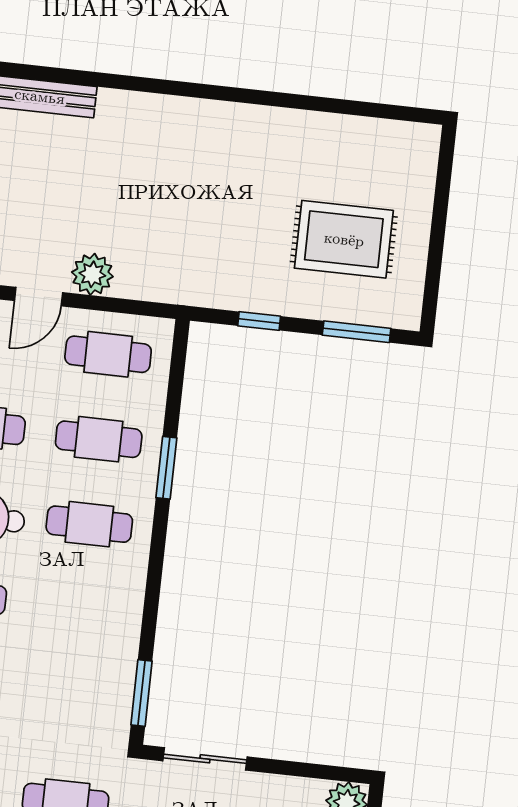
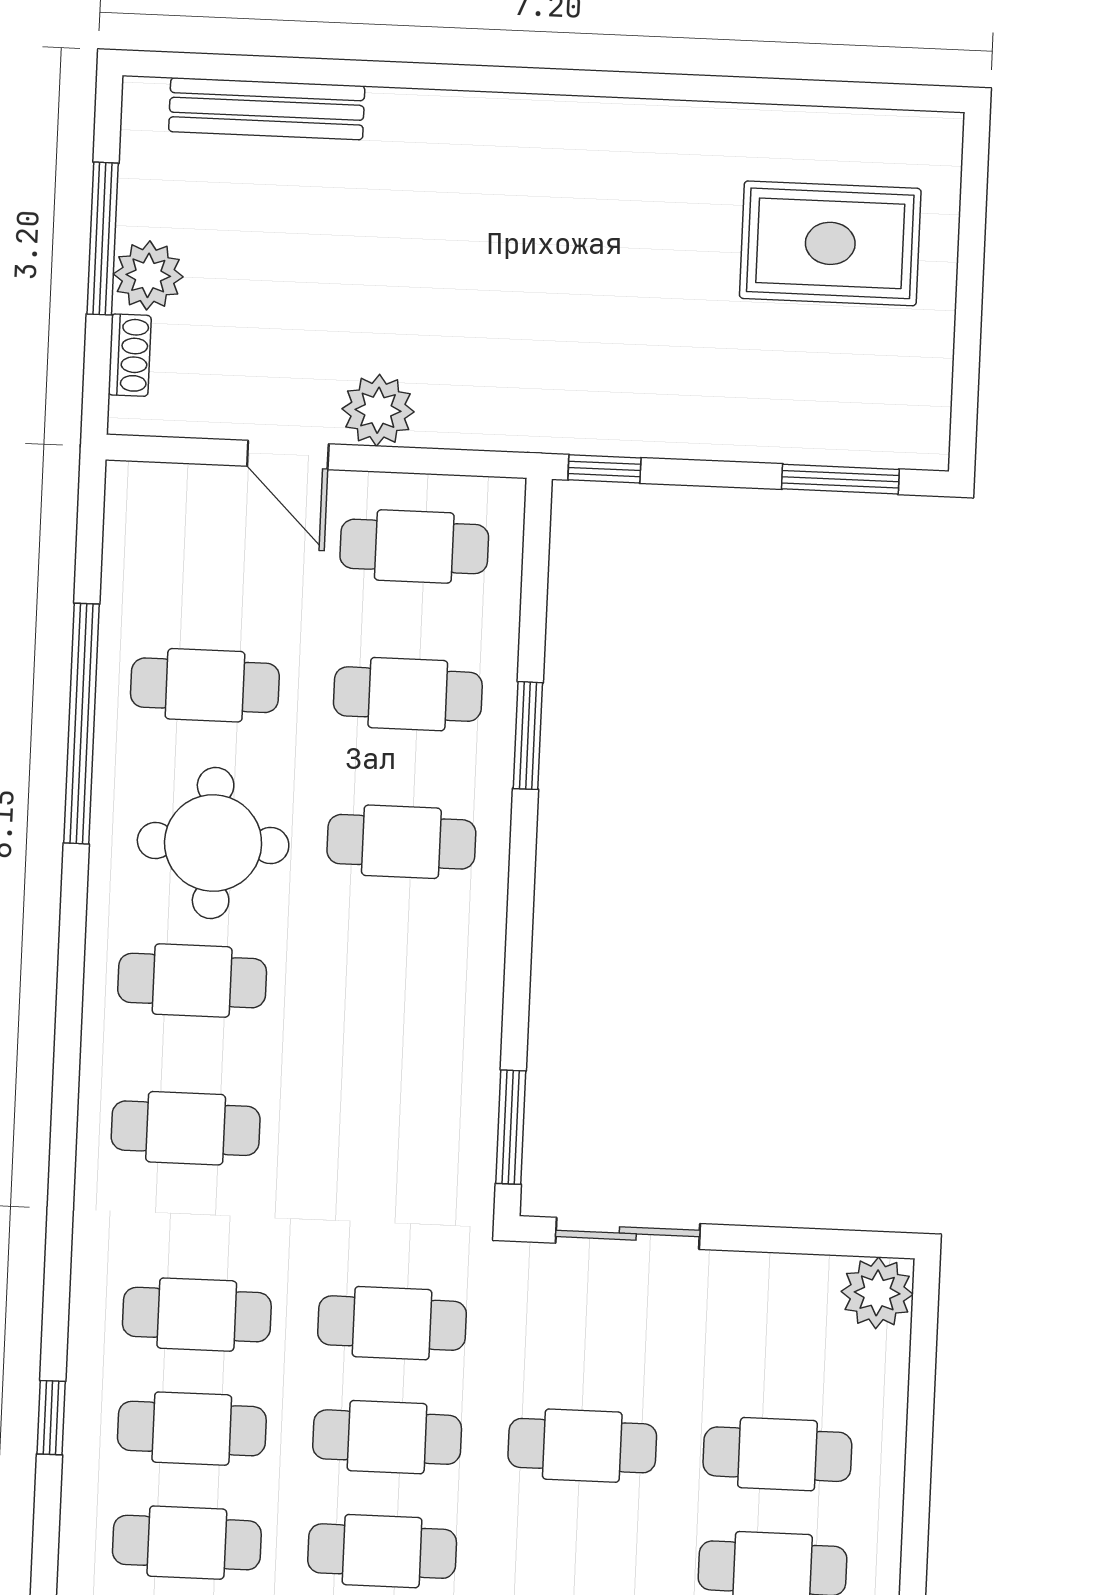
rug: (344, 239) -> (830, 243), moved
door: (39, 297) -> (288, 455), hinge flipped
window: (259, 321) -> (604, 469), moved

